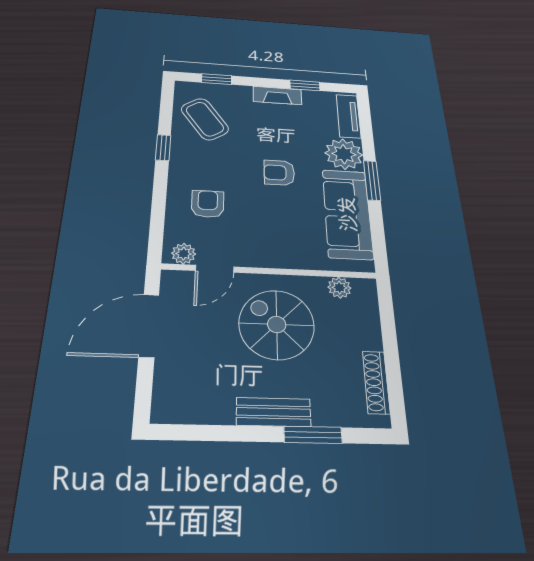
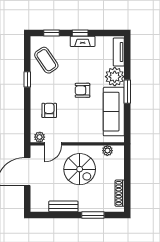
window: (305, 85) -> (80, 33), moved
spiral stairs: (277, 324) -> (80, 169), turned 180
bench: (274, 412) -> (63, 206), moved

